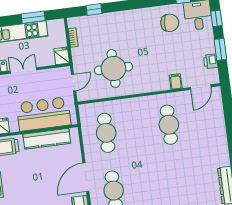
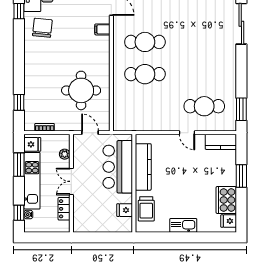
fridge: (62, 56) -> (32, 144), moved, turned 180
plant: (49, 61) -> (65, 154), added
cafe table: (106, 133) -> (145, 74), moved
door: (86, 177) -> (187, 133), width x0.53

